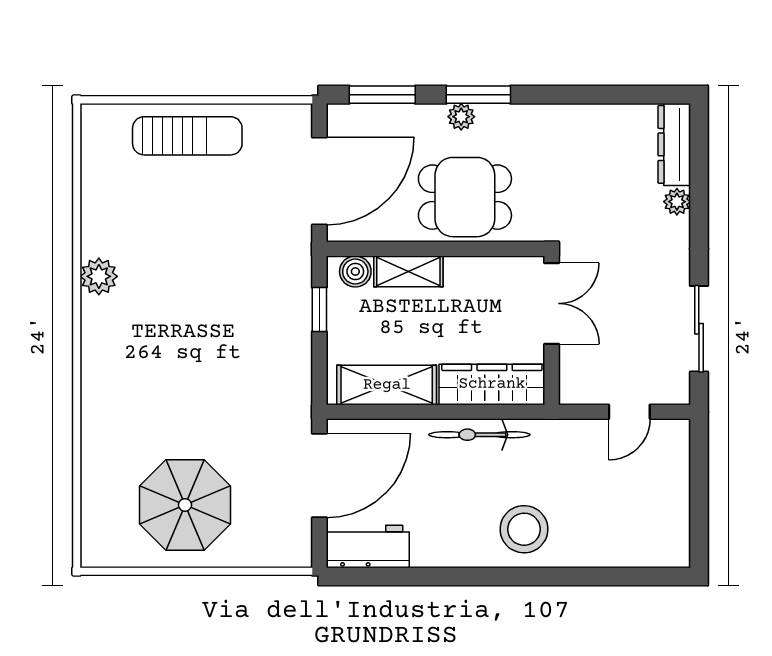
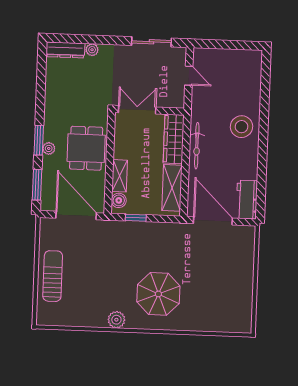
parasol: (185, 505) -> (158, 294), moved

